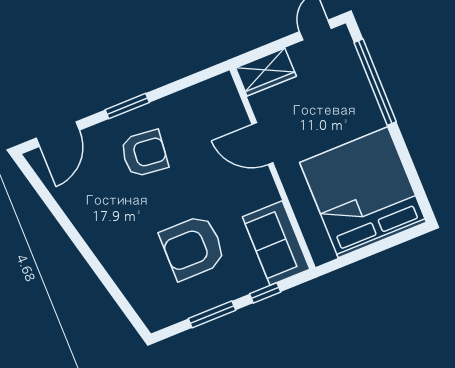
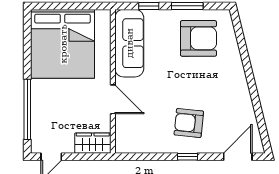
window: (127, 106) -> (188, 157), width x0.67
sofa: (276, 243) -> (129, 43), width x1.36
armchair: (193, 247) -> (198, 38), moved

